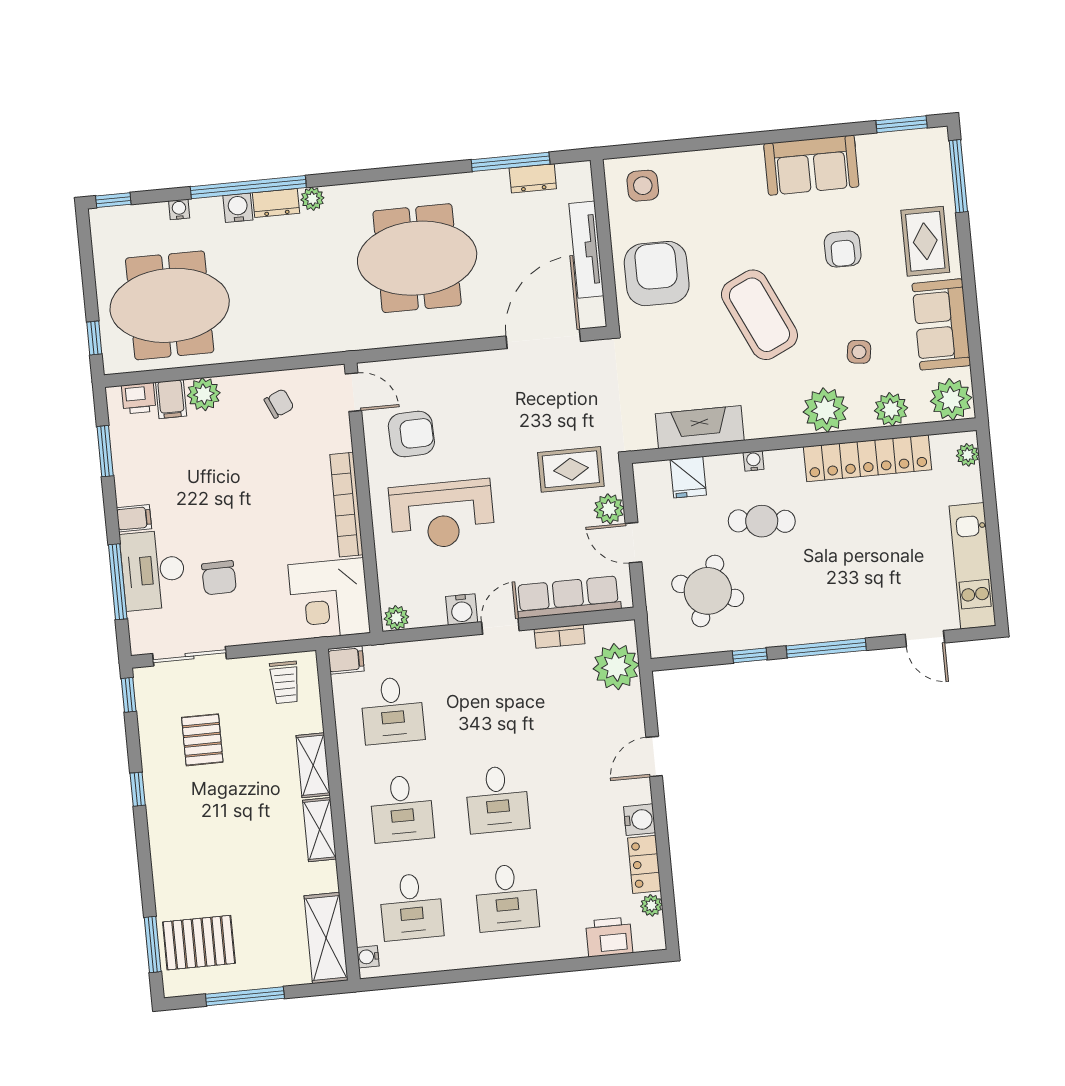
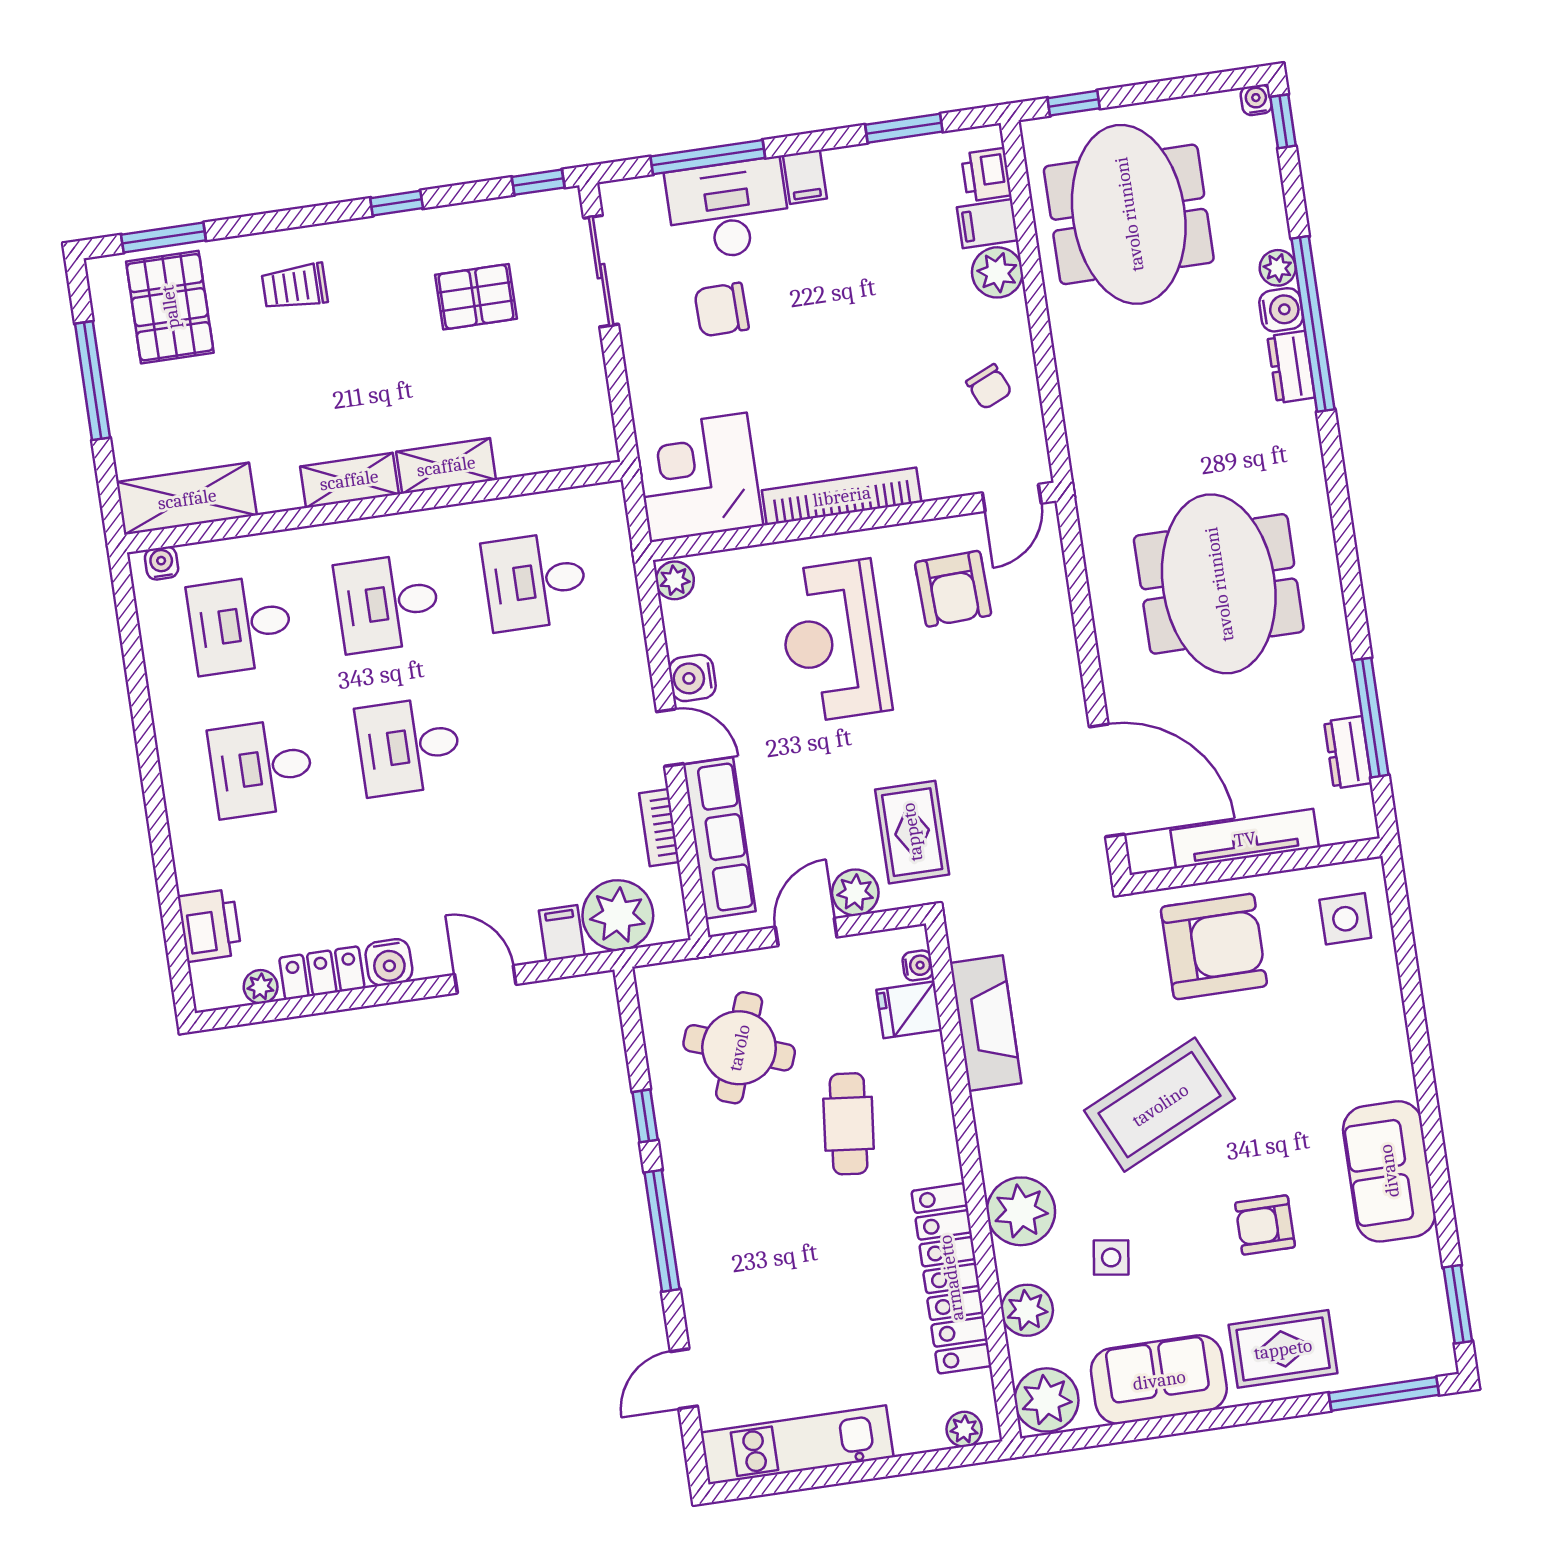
plant: (312, 199) -> (1278, 268), moved
water cooler: (179, 209) -> (1256, 100), moved, turned -90
water cooler: (754, 461) -> (918, 965), moved
filing cabinet: (346, 660) -> (562, 933), moved, turned 180
trolley: (285, 682) -> (295, 287), moved

